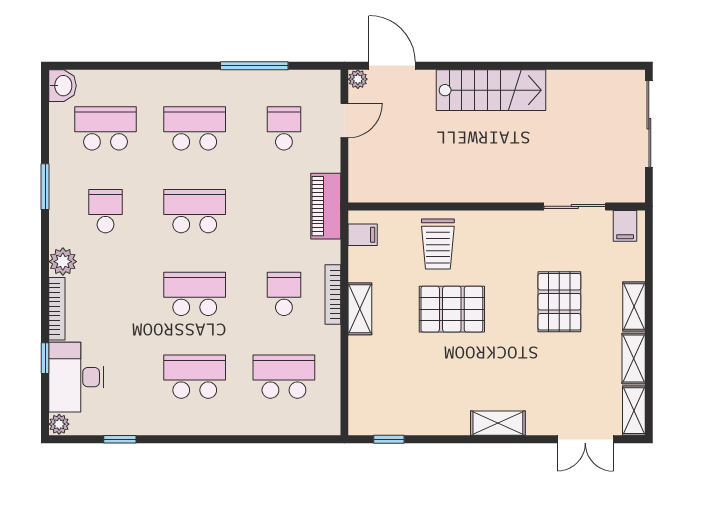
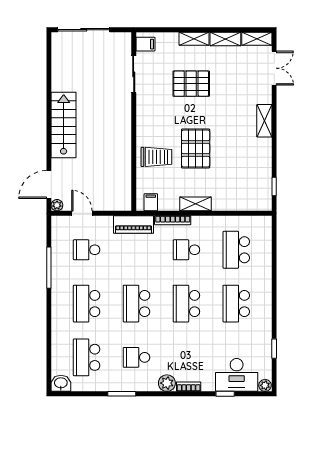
bookcase: (333, 295) -> (173, 220), moved
bookcase: (57, 309) -> (189, 387), width x0.64

